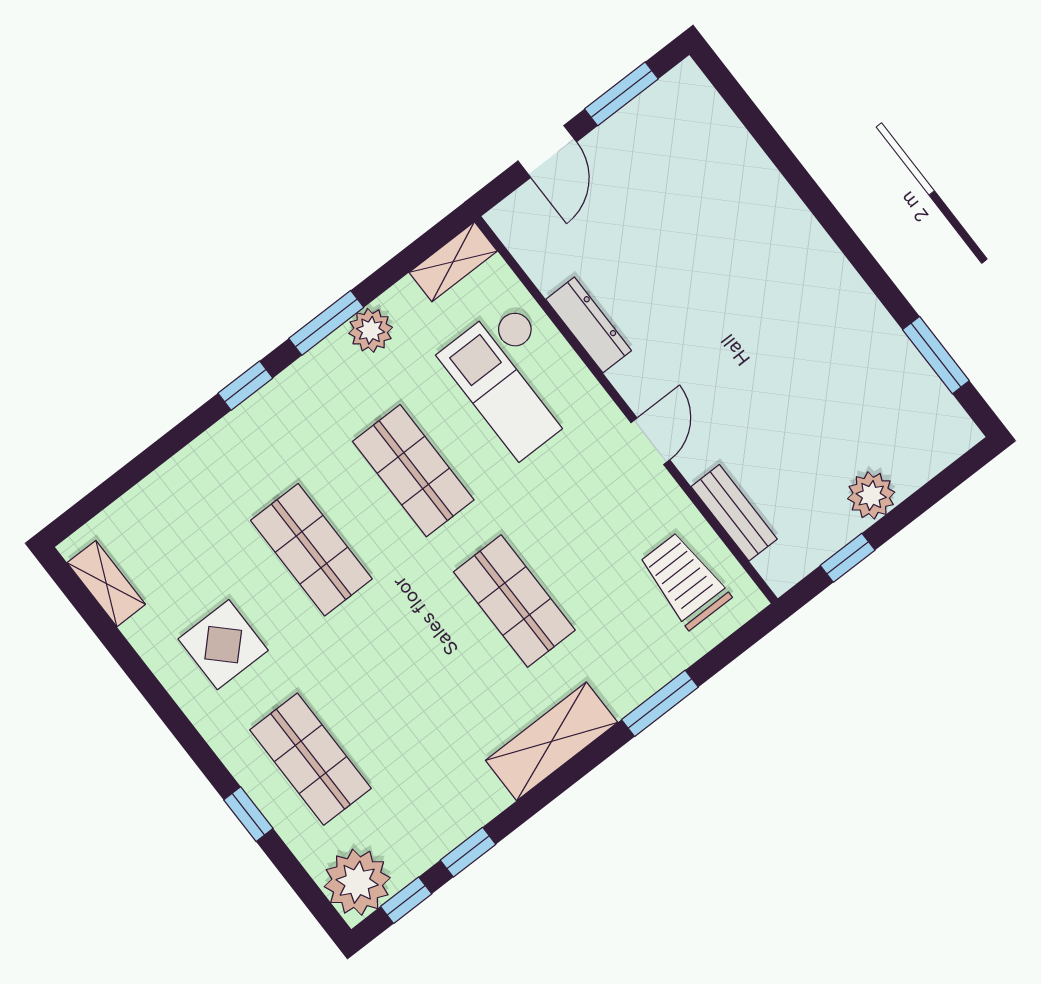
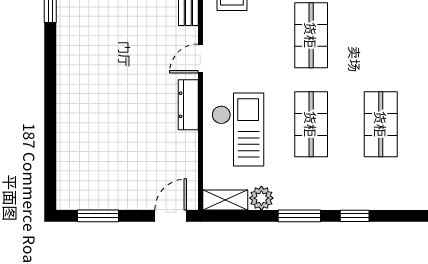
door: (547, 151) -> (171, 216), moved
dresser: (589, 325) -> (188, 105), moved
plant: (371, 330) -> (261, 198), moved

